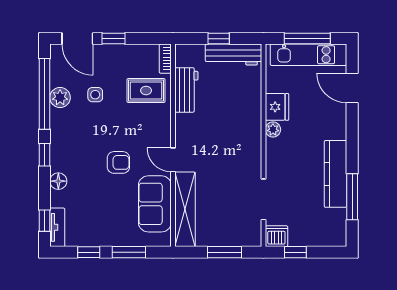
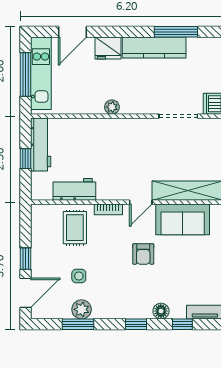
bookcase: (165, 59) -> (108, 209), moved
window: (44, 94) -> (78, 324), width x0.47
fridge: (277, 107) -> (108, 48), moved, turned 180
armchair: (118, 162) -> (143, 254), turned 180
window: (44, 221) -> (182, 324), moved

